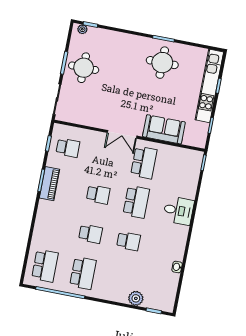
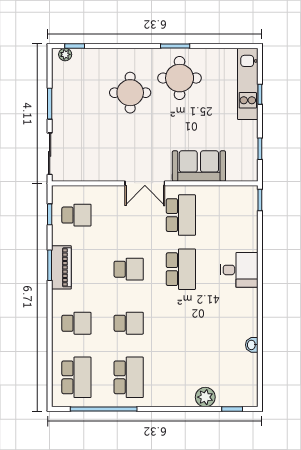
round table: (84, 68) -> (130, 93), moved
kitchen unit: (209, 86) -> (248, 84), width x0.73
school desk: (129, 241) -> (76, 323), moved

